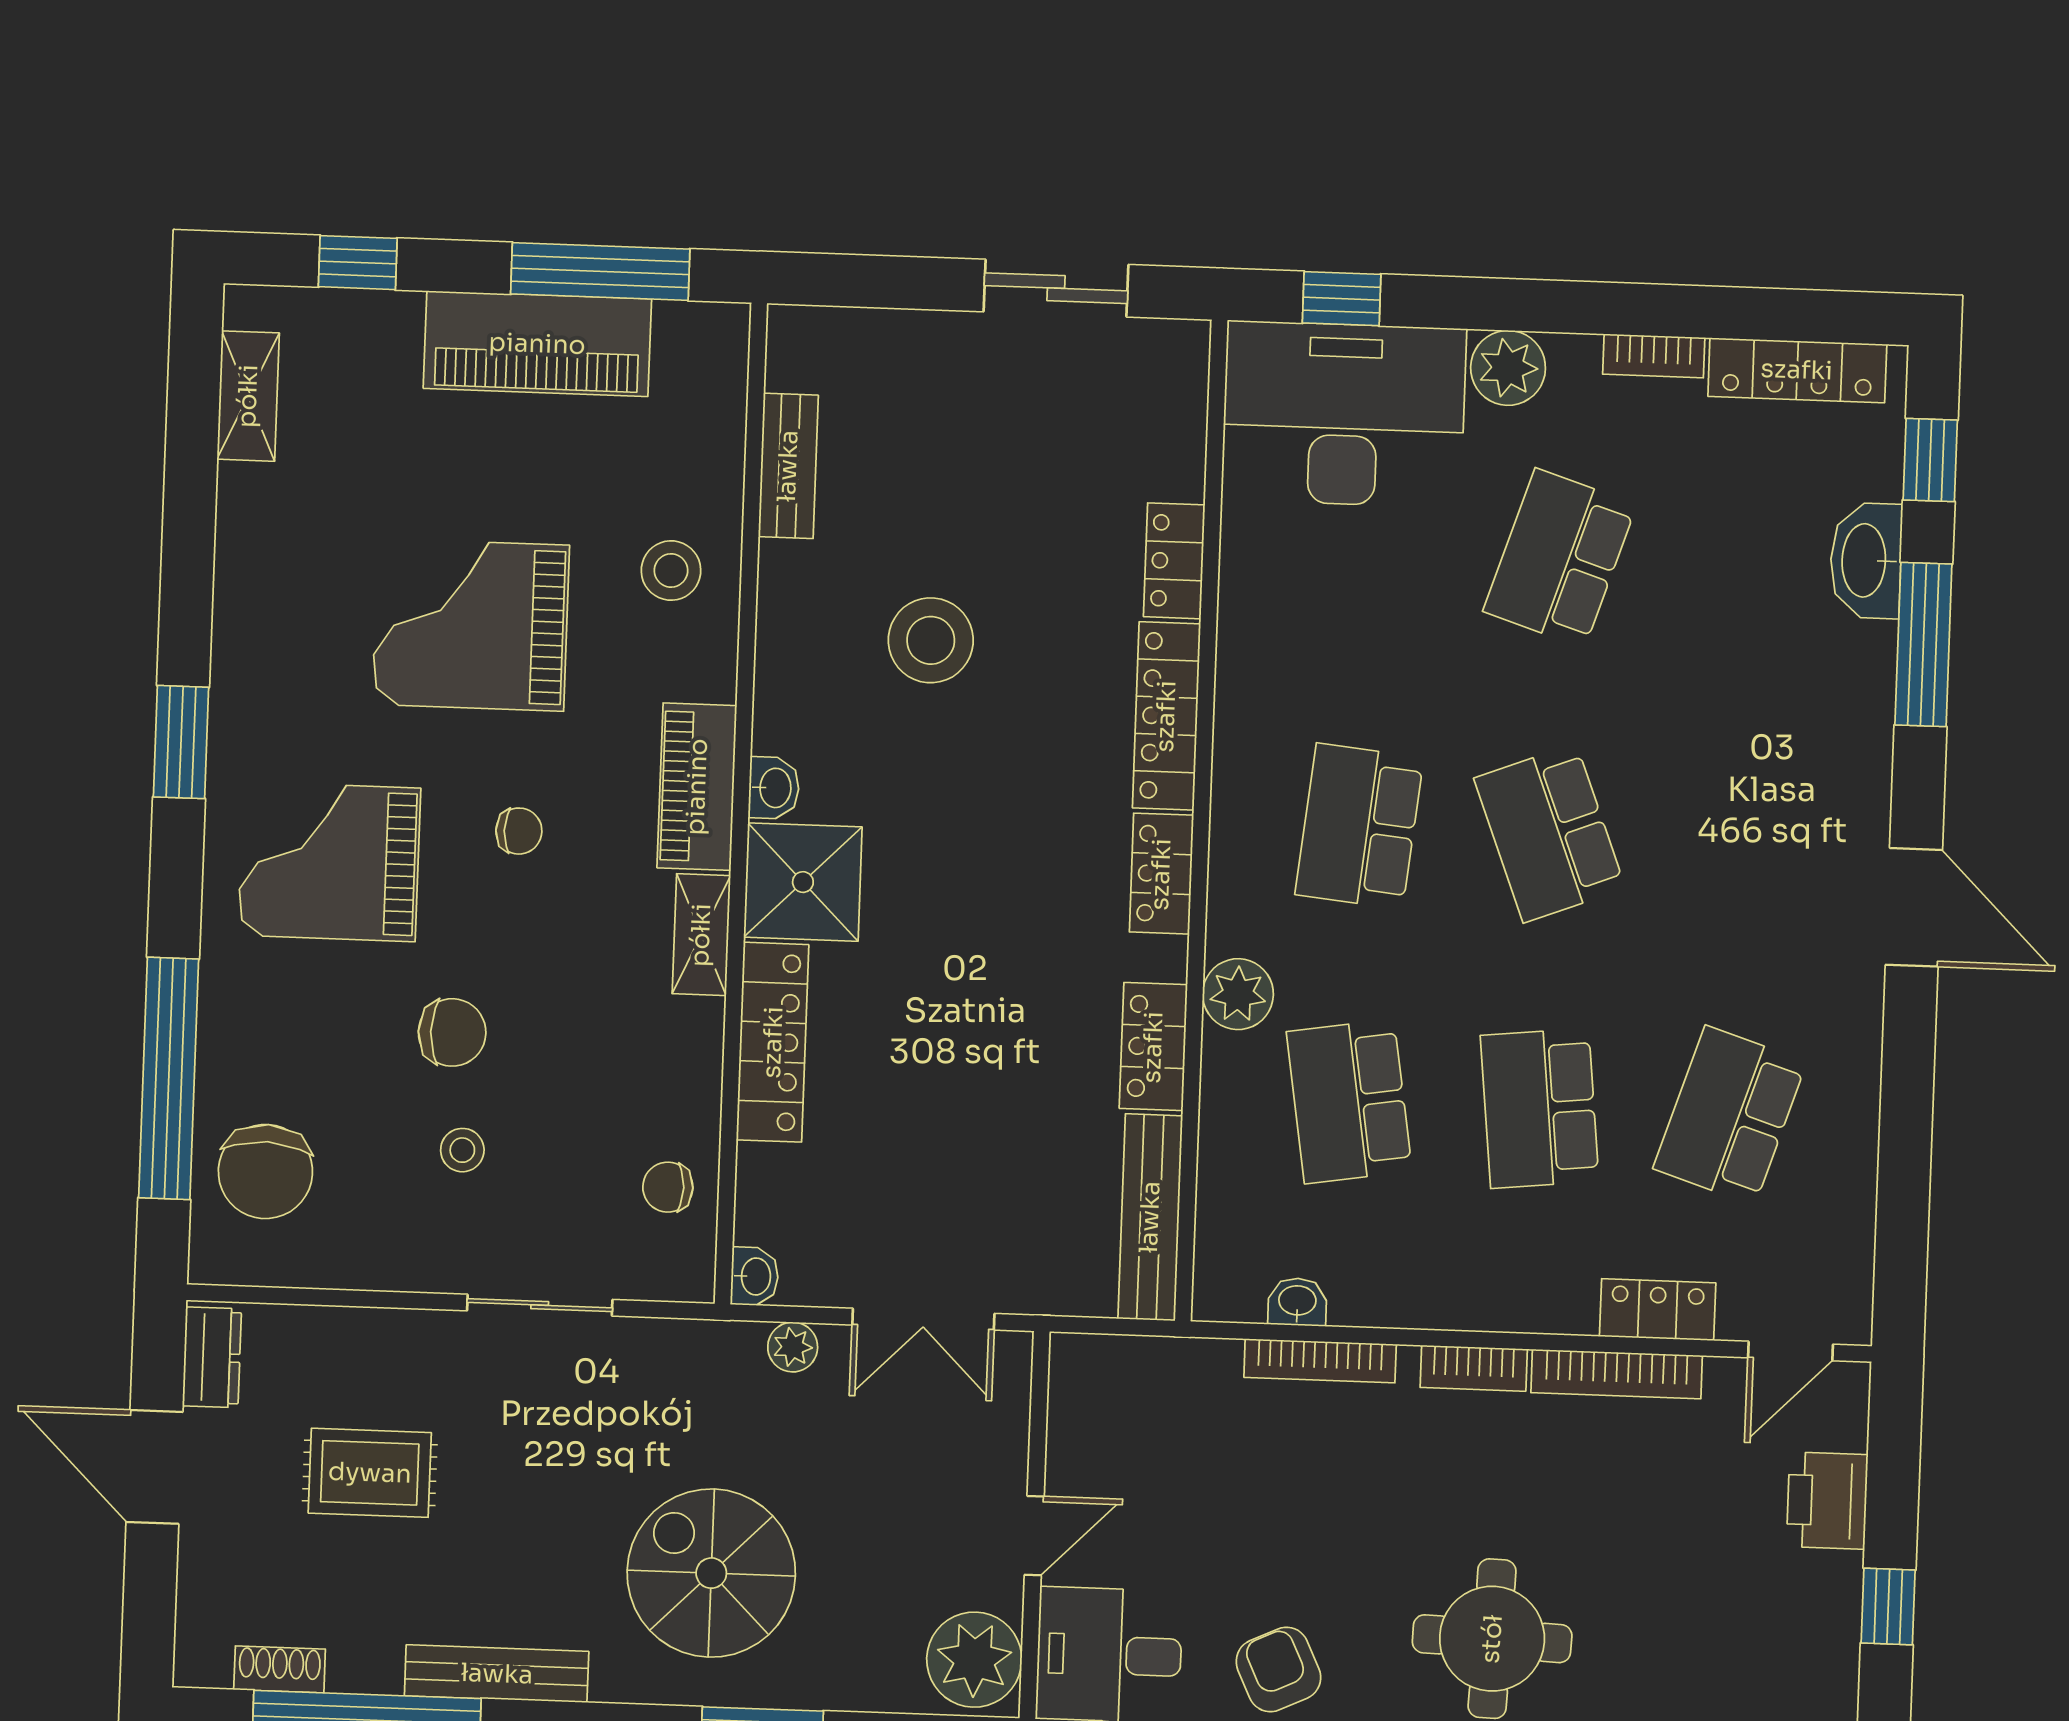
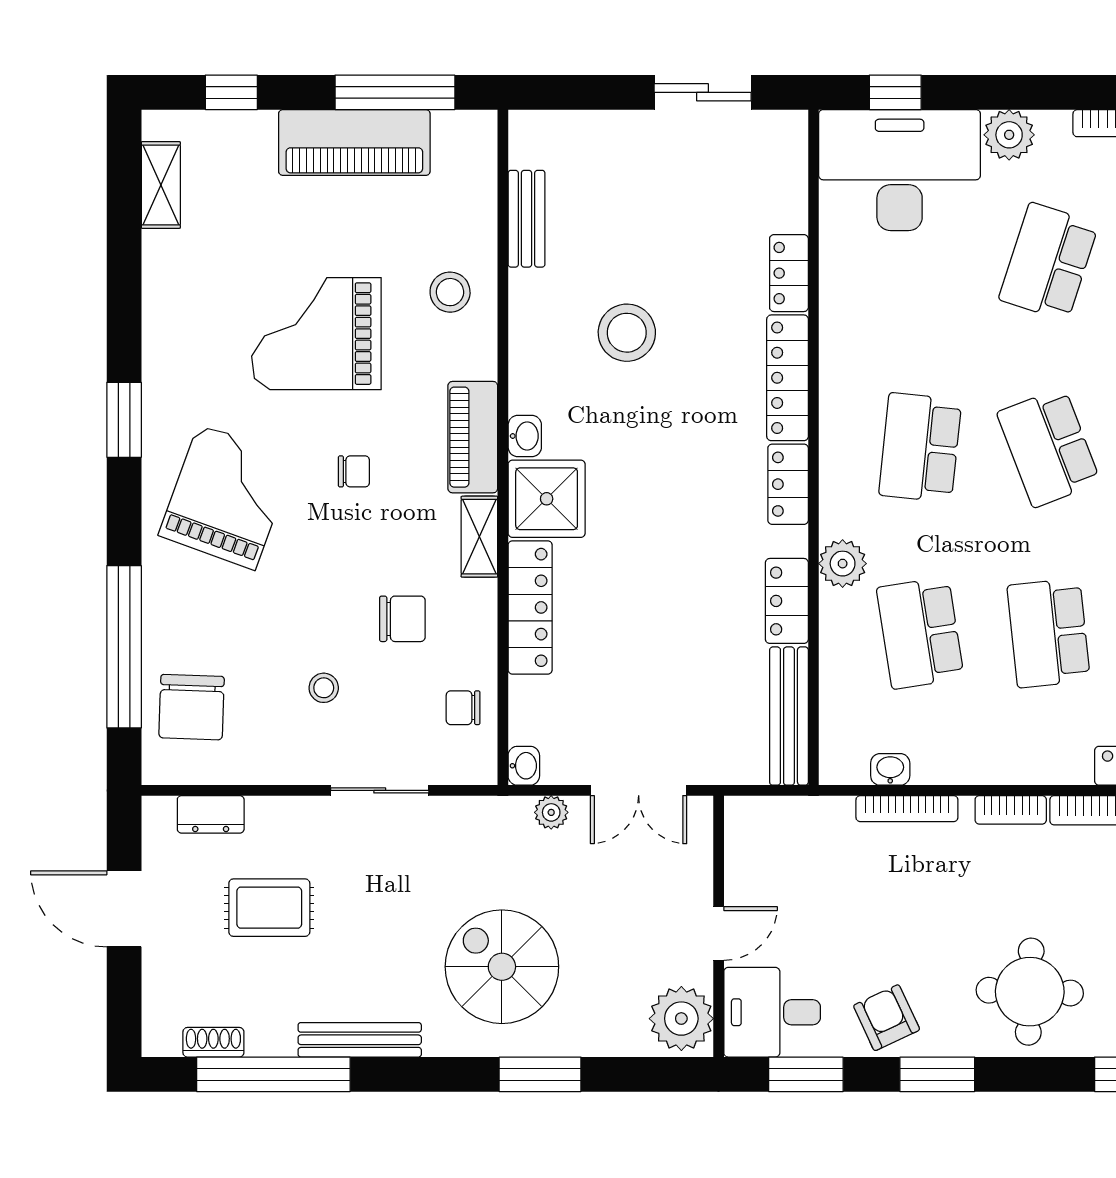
grand piano: (329, 862) -> (227, 497), turned 110
chair: (452, 1032) -> (402, 619), moved
dresser: (212, 1357) -> (211, 814), moved, turned 90

